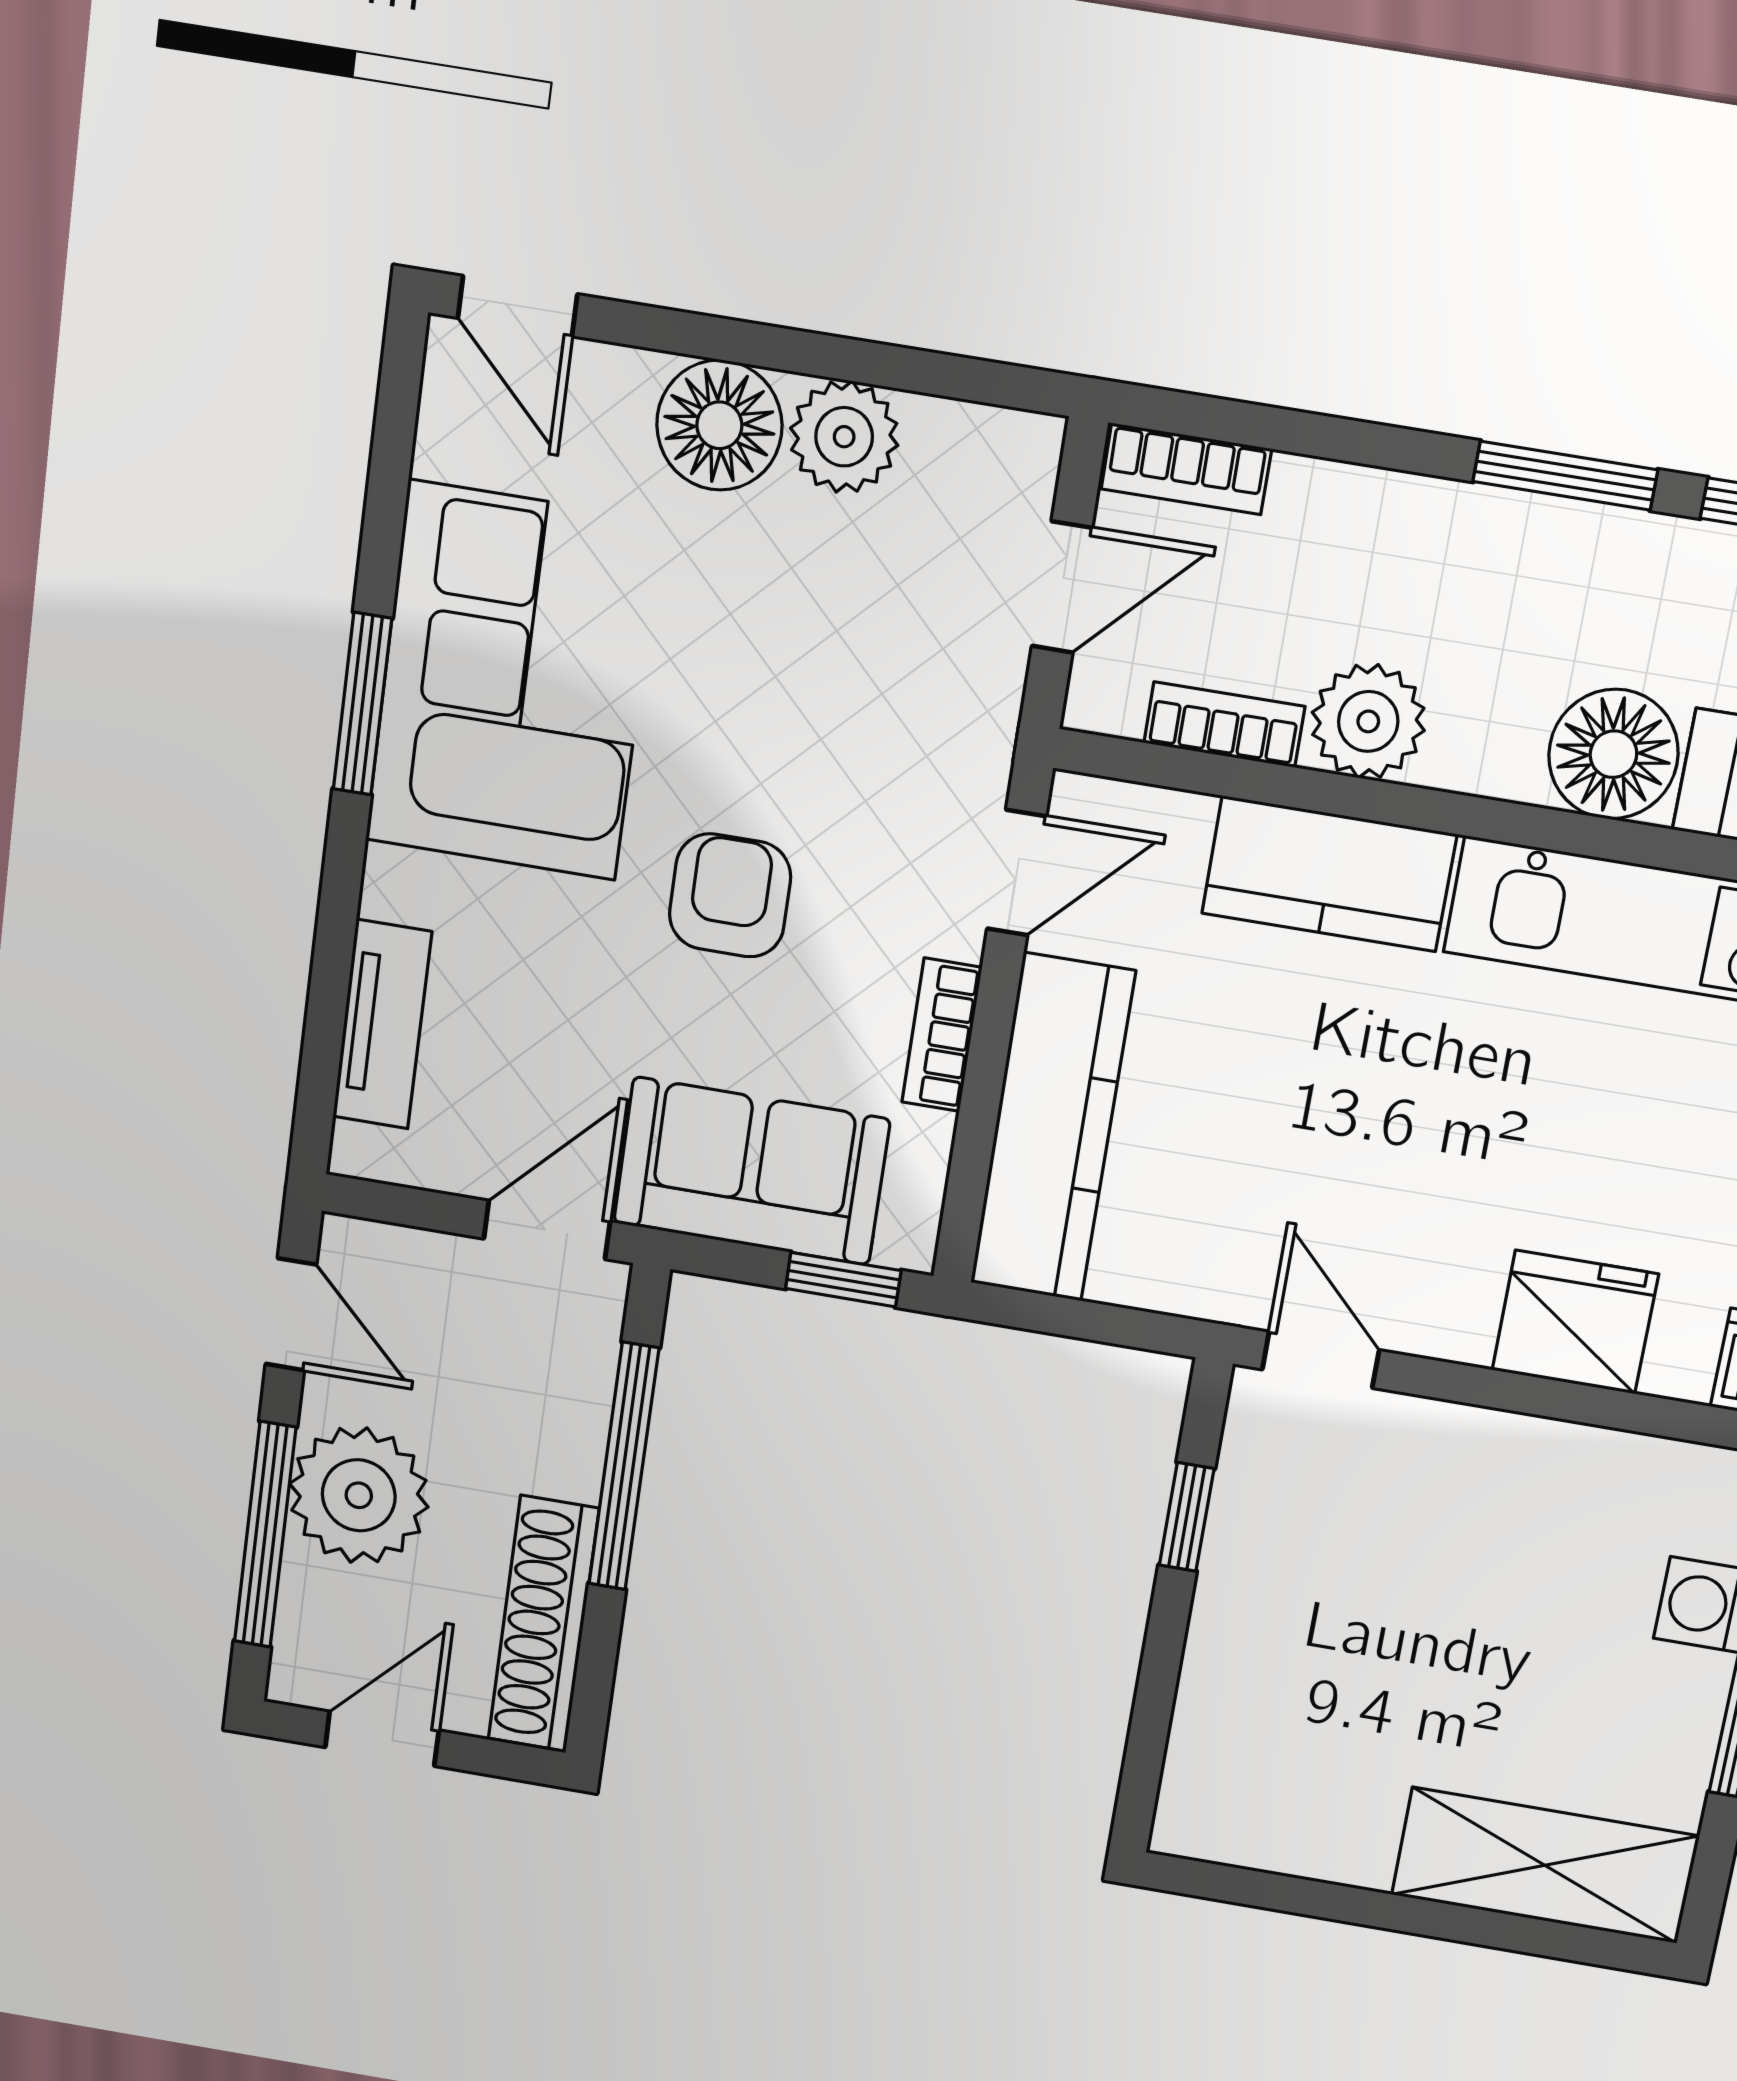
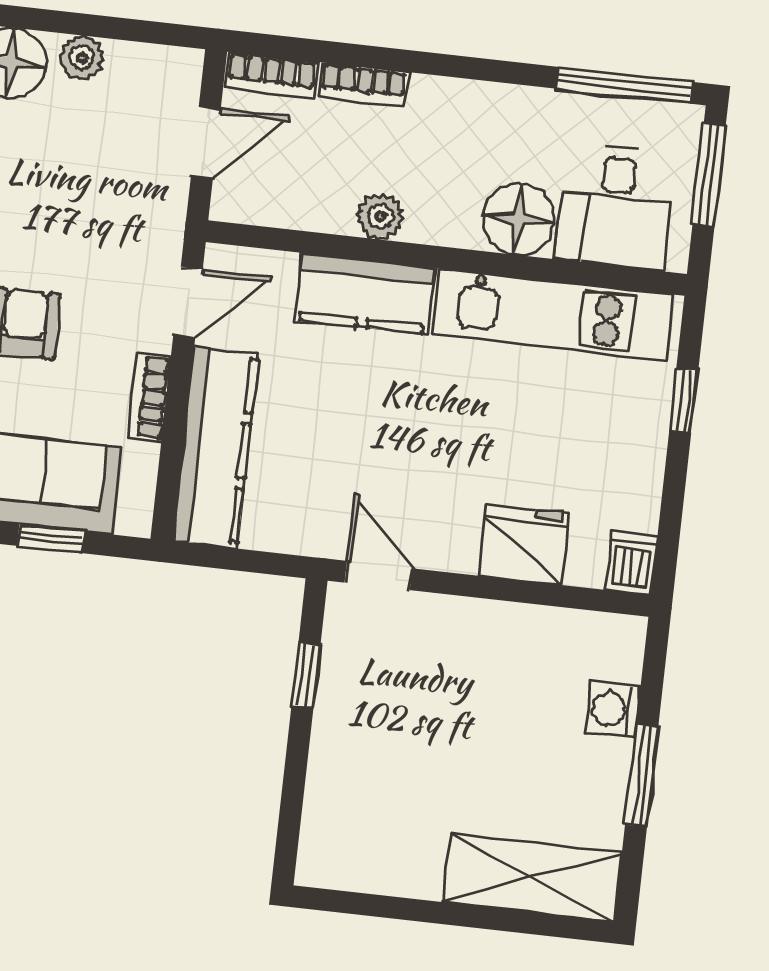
plant: (844, 437) -> (82, 58), width x0.73, depth x0.73
window: (1565, 476) -> (480, 69), removed
plant: (1368, 721) -> (380, 216), width x0.73, depth x0.73
bookcase: (1224, 725) -> (363, 84), moved, turned 180
window: (843, 1280) -> (51, 539), moved

